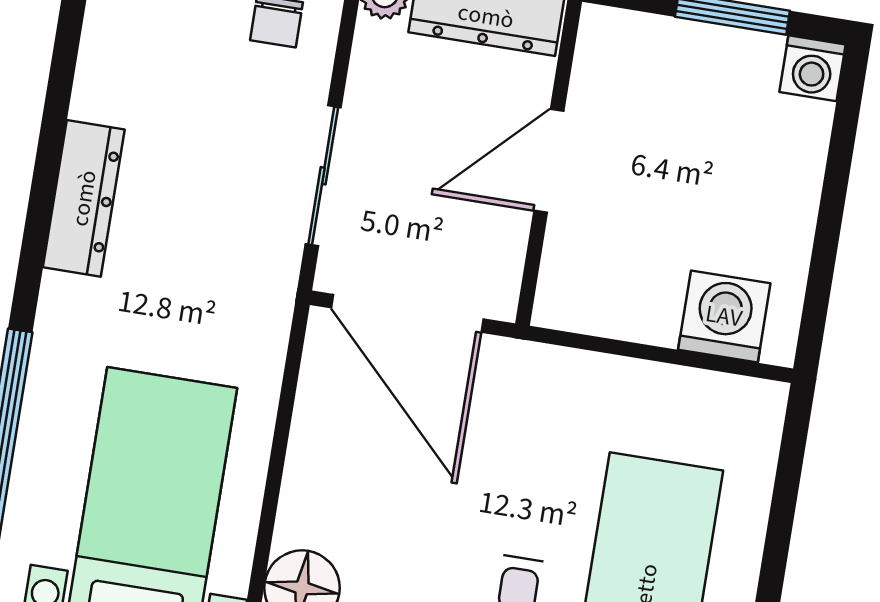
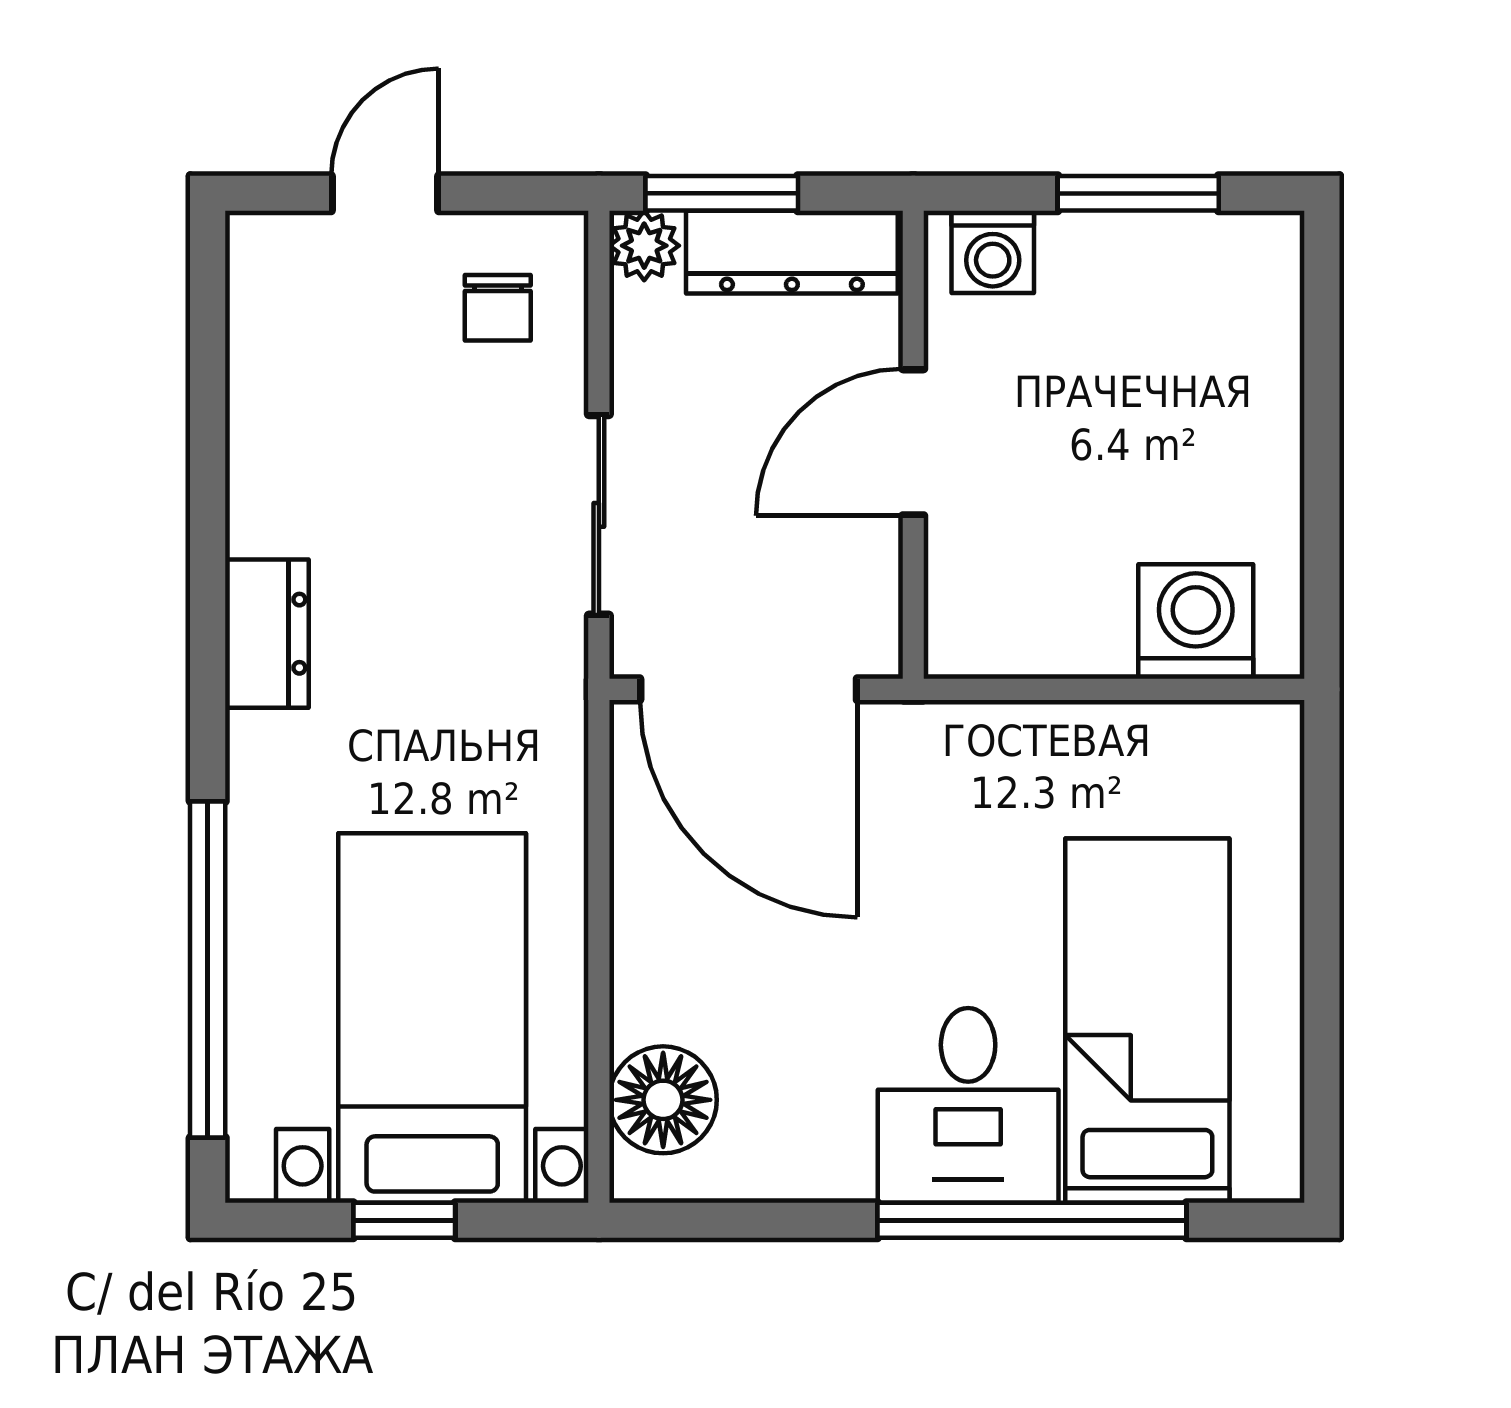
washing machine: (812, 68) -> (993, 252), moved
dresser: (84, 198) -> (267, 634), width x0.70

